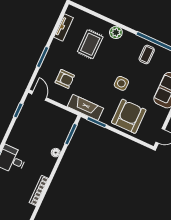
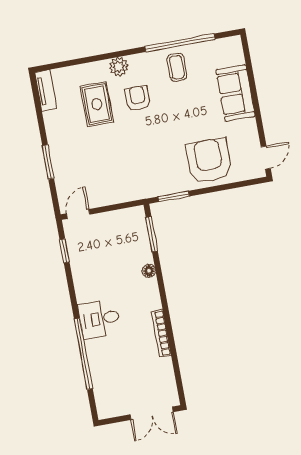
tv unit: (64, 27) -> (46, 91), moved
armchair: (65, 79) -> (138, 98), moved, turned -90
side table: (121, 83) -> (171, 126), removed
door: (39, 96) -> (78, 214), hinge flipped
fireplace: (85, 107) -> (146, 188), removed

